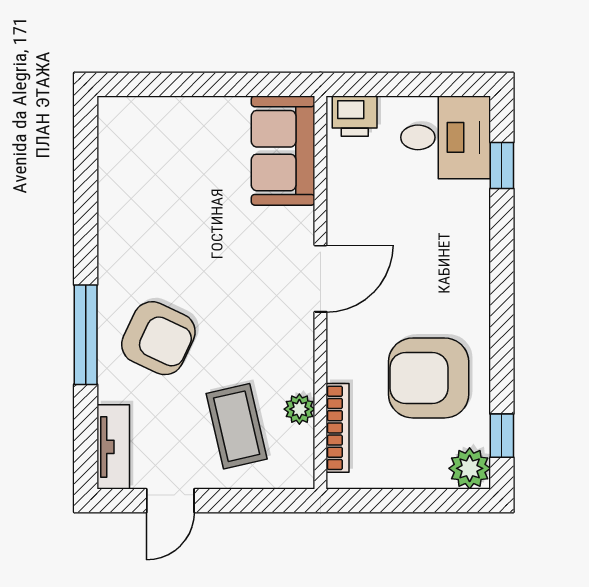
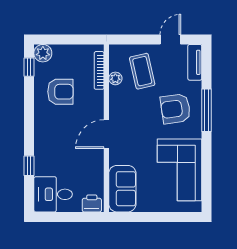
window: (502, 166) -> (29, 166), moved
corner sofa: (149, 195) -> (180, 170), added
armchair: (158, 338) -> (176, 109), turned -33
armchair: (429, 378) -> (60, 92), width x0.73, depth x0.73

